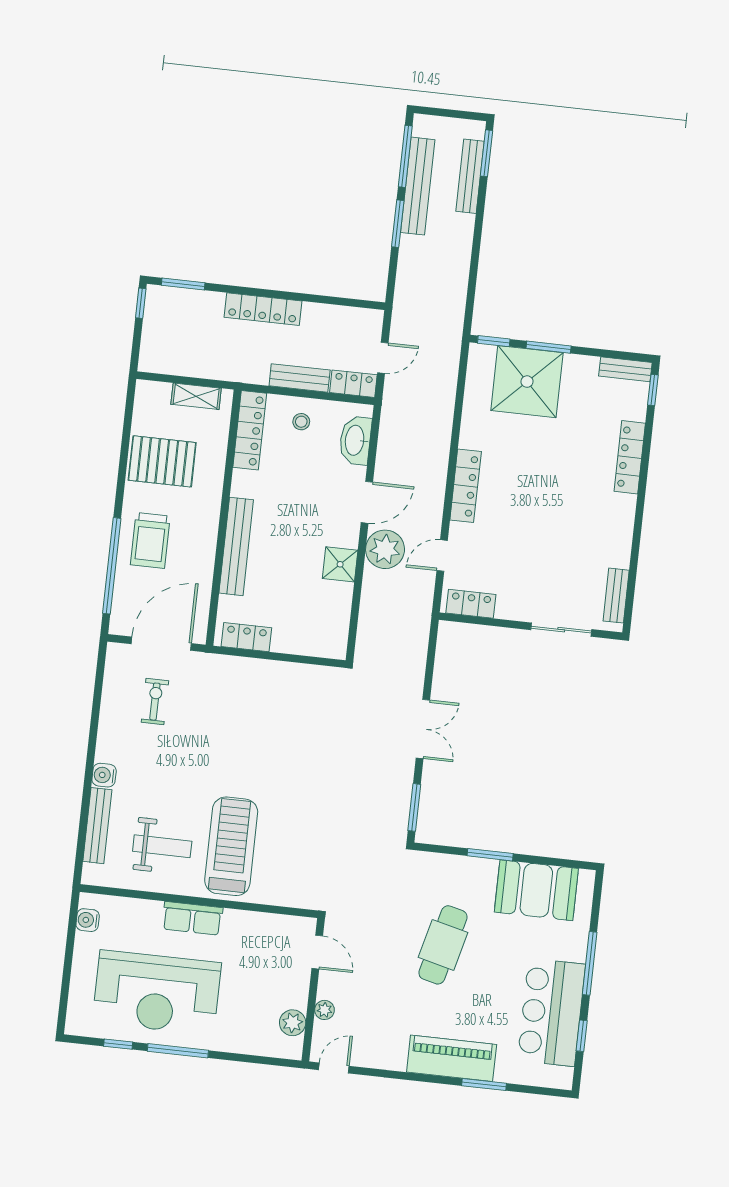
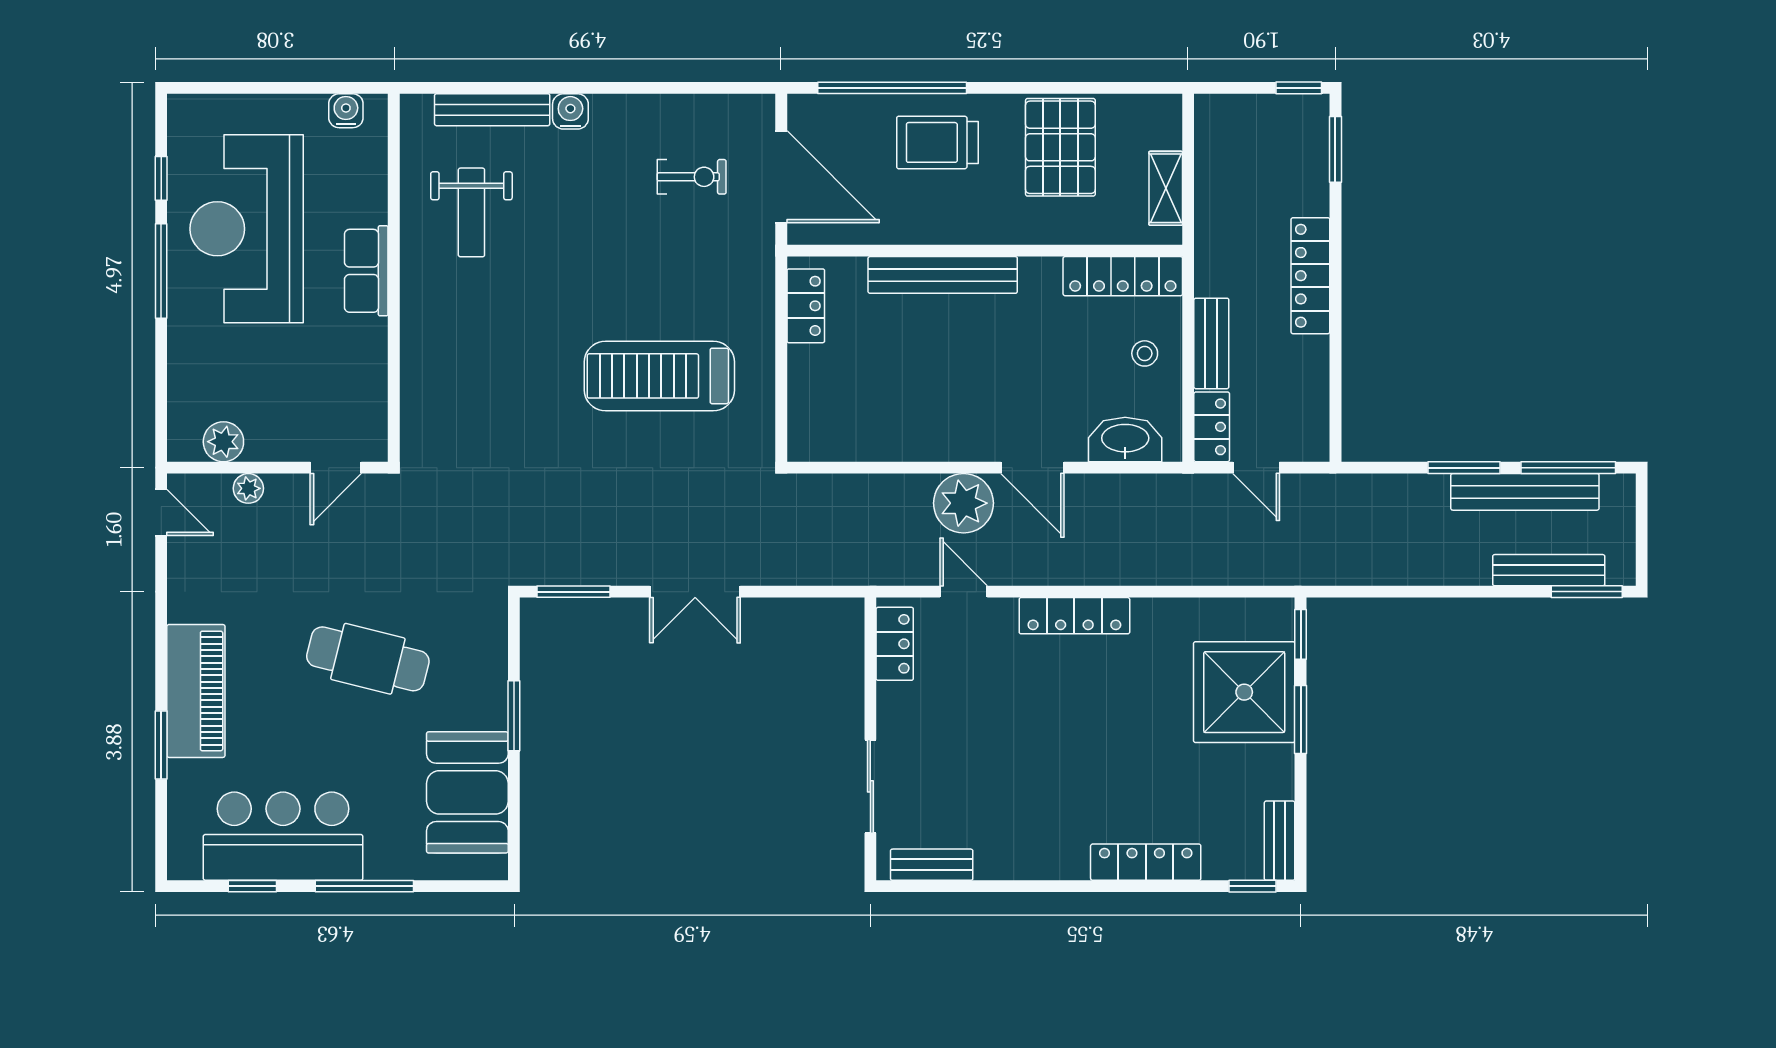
shower: (340, 564) -> (933, 437), removed
treadmill: (231, 846) -> (659, 376), moved, turned 180

